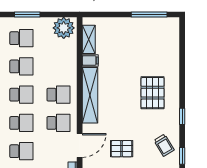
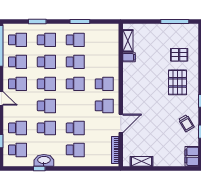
plant: (64, 28) -> (108, 32), removed
shelving: (90, 95) -> (129, 84), removed
school desk: (21, 123) -> (75, 106), removed
pallet: (122, 149) -> (179, 55), moved

